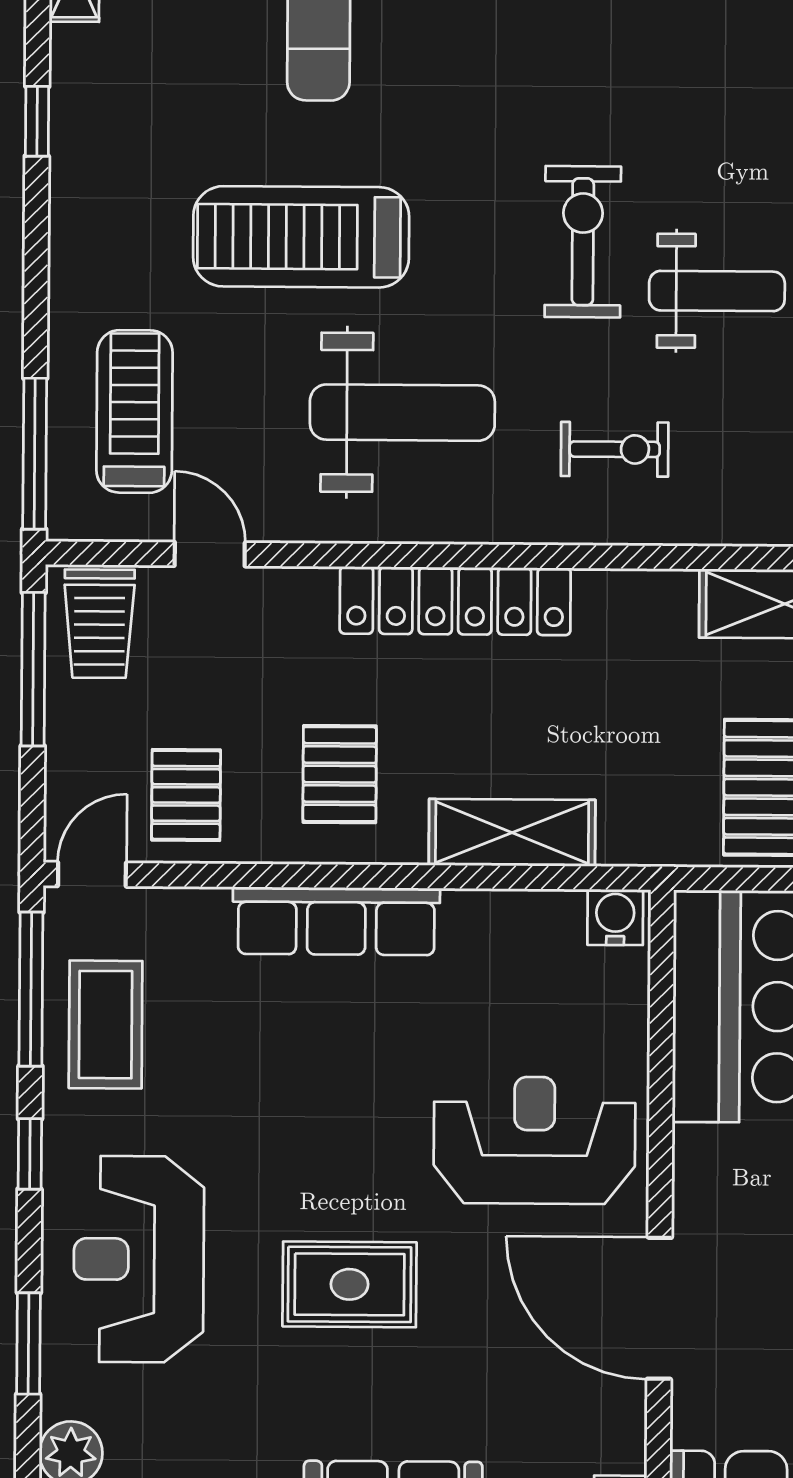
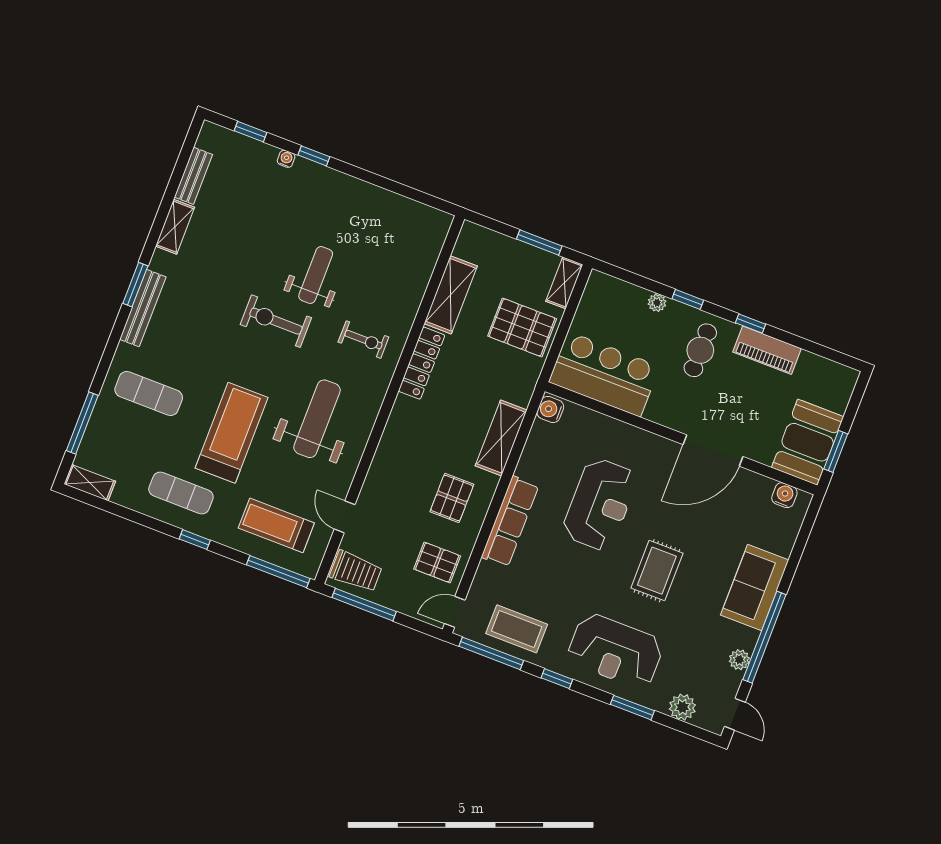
window: (37, 121) -> (195, 540), moved
exercise mat: (127, 175) -> (181, 493), added
treadmill: (301, 237) -> (232, 433), turned 180
exercise bike: (615, 449) -> (363, 340), turned 90
door: (210, 554) -> (345, 517), hinge flipped
locker: (455, 601) -> (422, 363), moved, width x0.71, depth x0.83
pallet: (340, 774) -> (452, 498), turned 90
door: (92, 874) -> (455, 612), hinge flipped
reception desk: (534, 1140) -> (600, 504), moved, turned 180

